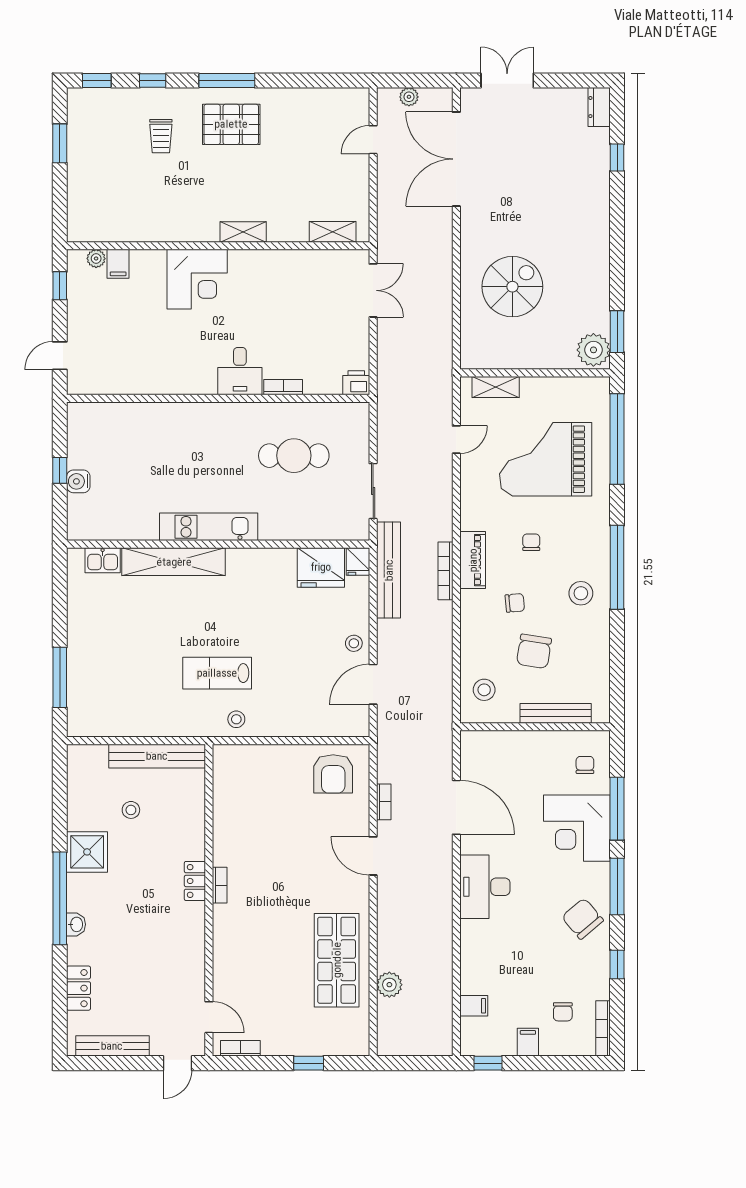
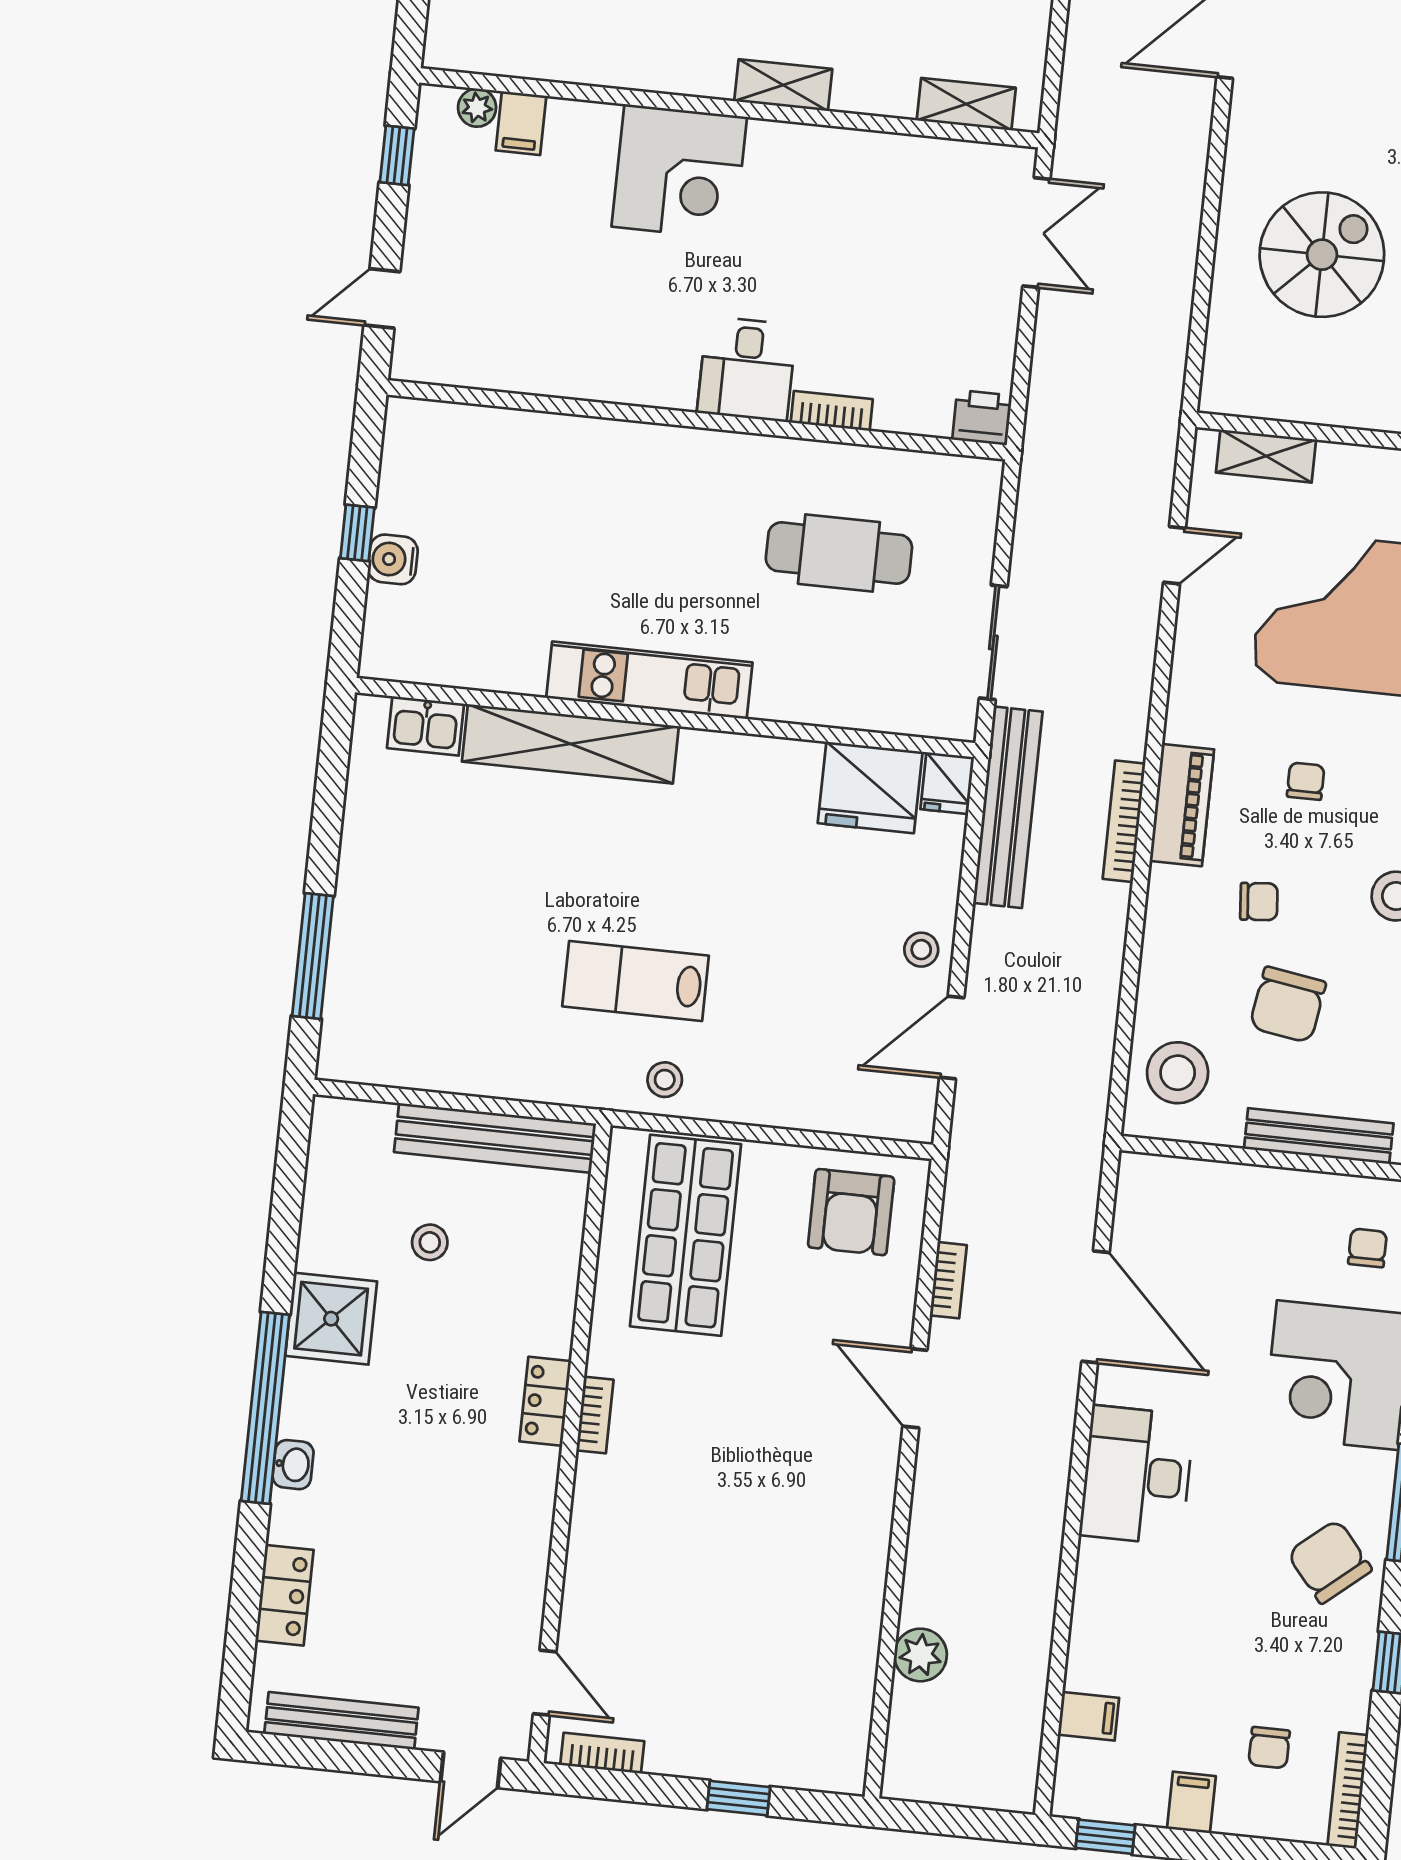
stool: (484, 690) -> (1178, 1073), width x1.38, depth x1.38
shop shelf: (337, 960) -> (686, 1235), moved

